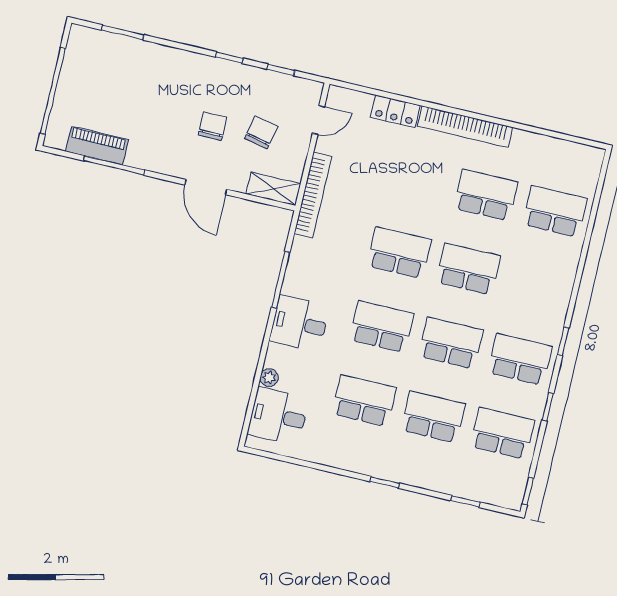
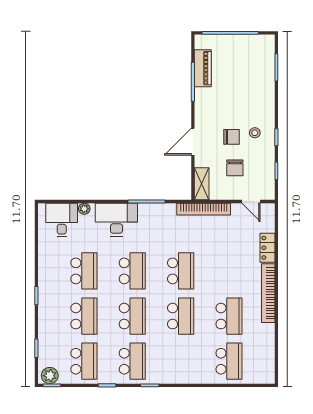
stool: (215, 89) -> (255, 133), added
chair: (261, 132) -> (235, 168), turned 78
desk: (299, 324) -> (116, 220), width x1.37
plant: (512, 491) -> (50, 376), added

